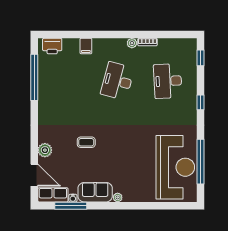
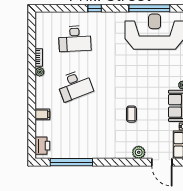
window: (201, 58) -> (53, 8), removed
desk: (117, 81) -> (75, 85), turned -36
door: (34, 175) -> (162, 162), swing flipped

